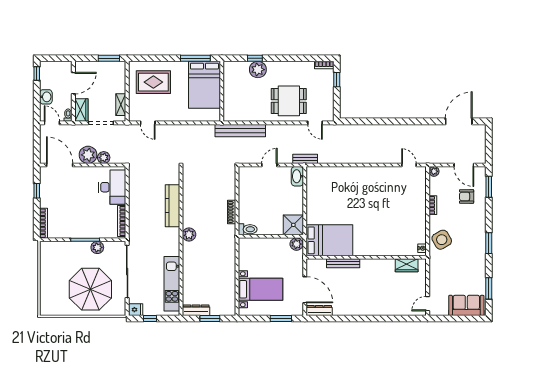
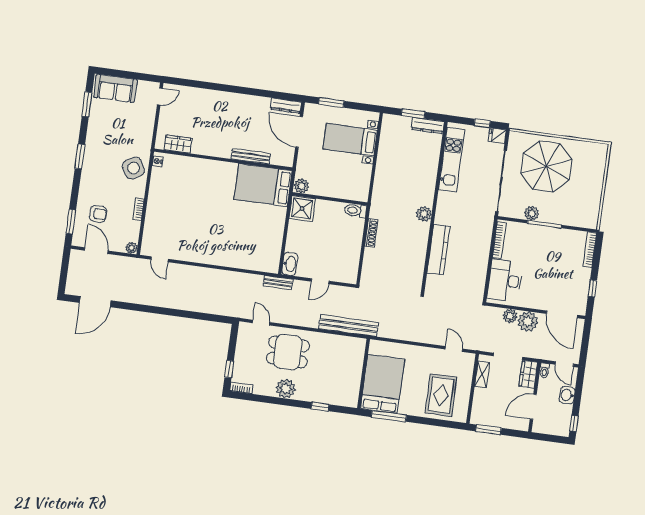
plant: (258, 70) -> (286, 389), moved
rug: (153, 82) -> (441, 395), turned 90

